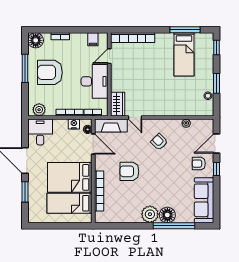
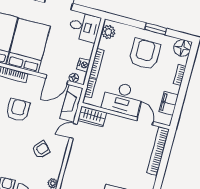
filing cabinet: (93, 39) -> (169, 103), width x2.00
window: (25, 68) -> (156, 29), width x0.69

